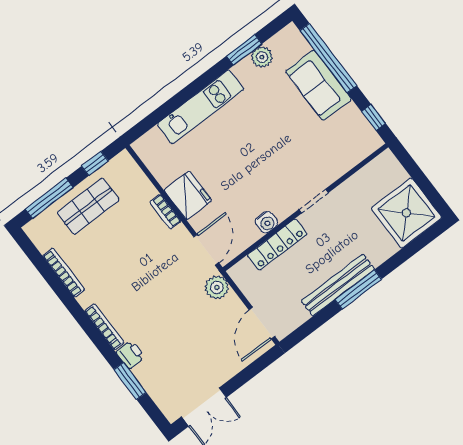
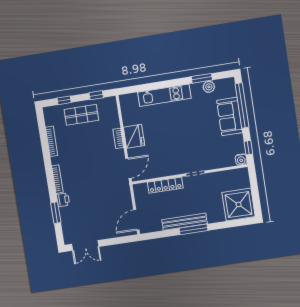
window: (49, 198) -> (64, 100), width x0.46
water cooler: (266, 222) -> (241, 159), moved
plant: (217, 287) -> (124, 190), removed

